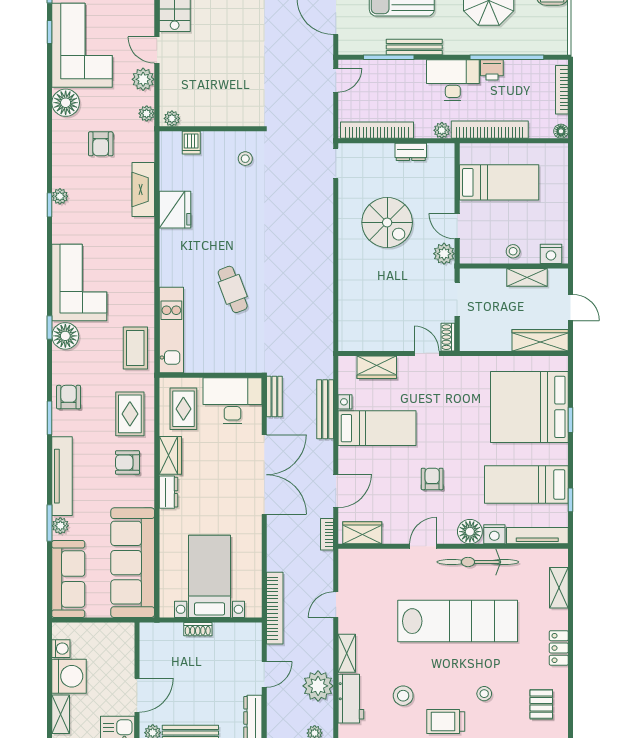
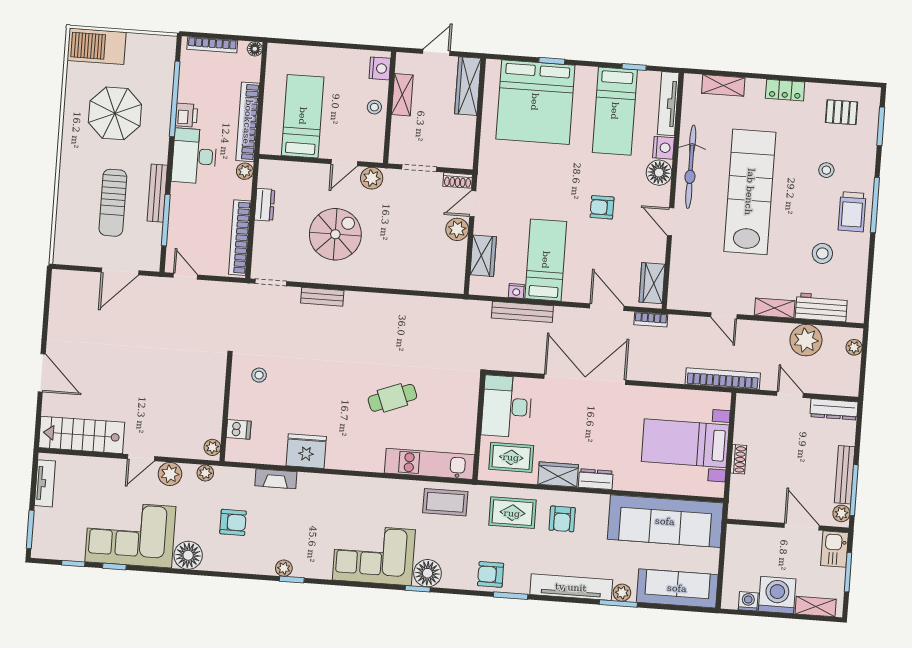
fireplace: (143, 190) -> (276, 479), width x0.73, depth x0.76
plant: (401, 340) -> (457, 229), added
bench: (274, 397) -> (322, 297), moved

